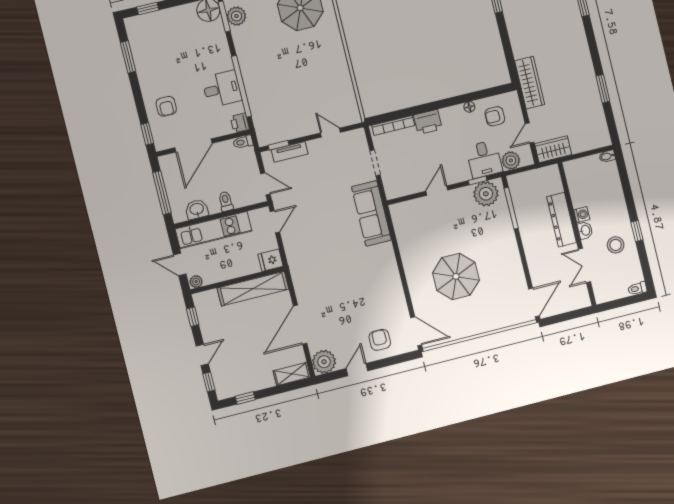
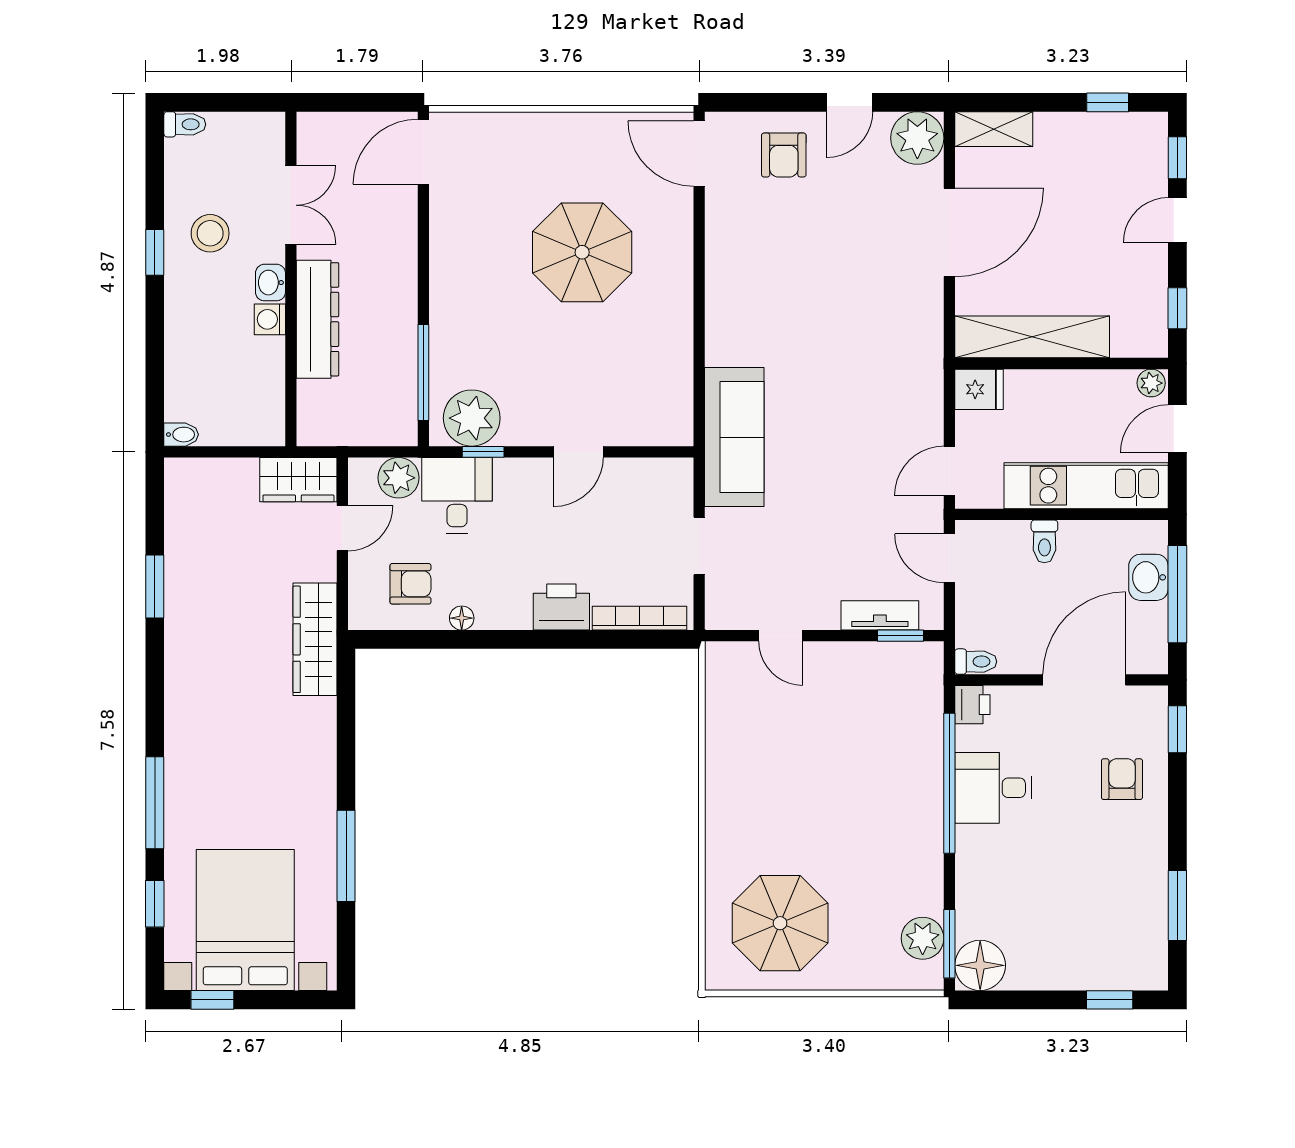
washbasin: (197, 209) -> (1148, 577), moved, turned 90
door: (180, 265) -> (1177, 429), swing flipped

